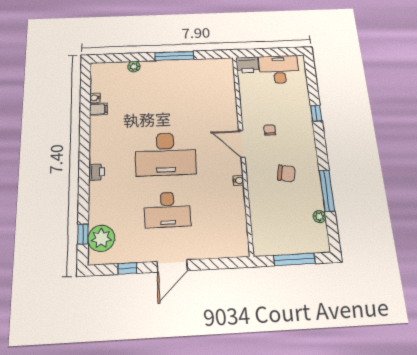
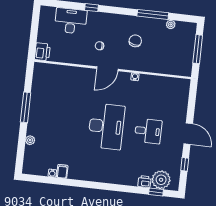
desk: (279, 69) -> (71, 21), moved, turned 90
printer: (97, 172) -> (144, 182), moved
desk: (167, 210) -> (148, 131), width x0.73

